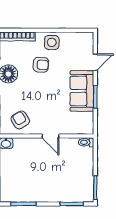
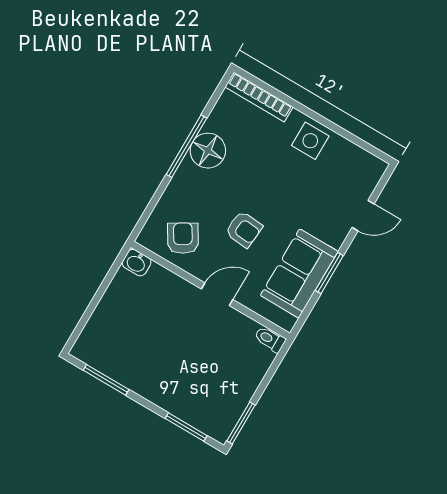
armchair: (41, 65) -> (244, 229), moved
sofa: (82, 91) -> (299, 273), moved
door: (51, 136) -> (217, 294), swing flipped

